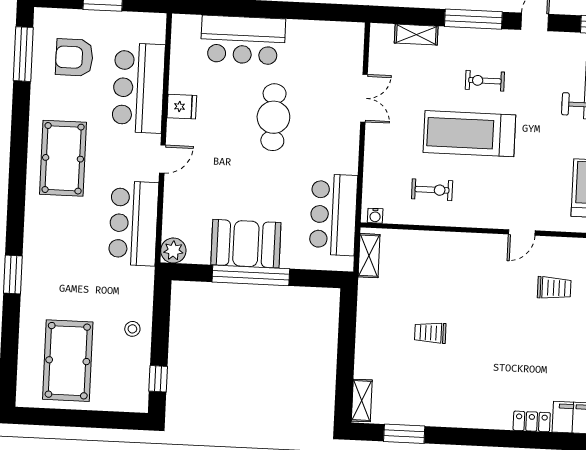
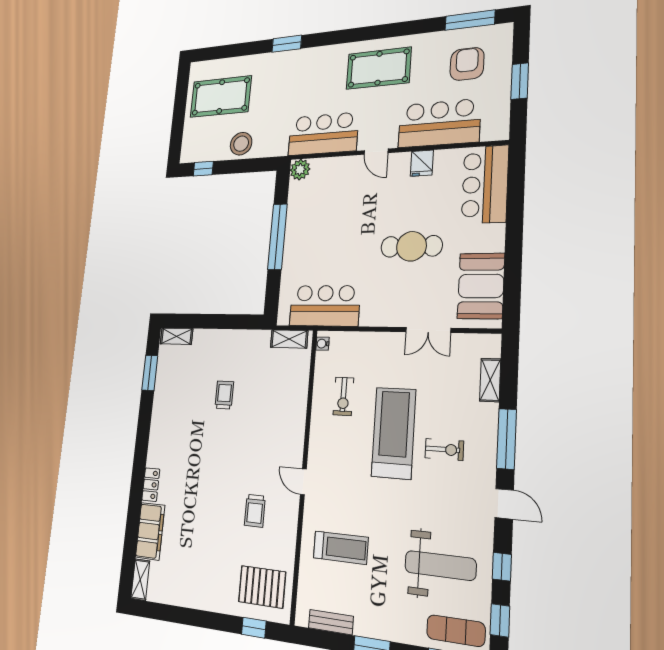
bar counter: (243, 40) -> (485, 184), moved
exercise bike: (485, 81) -> (444, 449), turned 90
booth: (246, 244) -> (481, 286), moved
stool: (132, 329) -> (241, 144), width x1.89, depth x1.89

